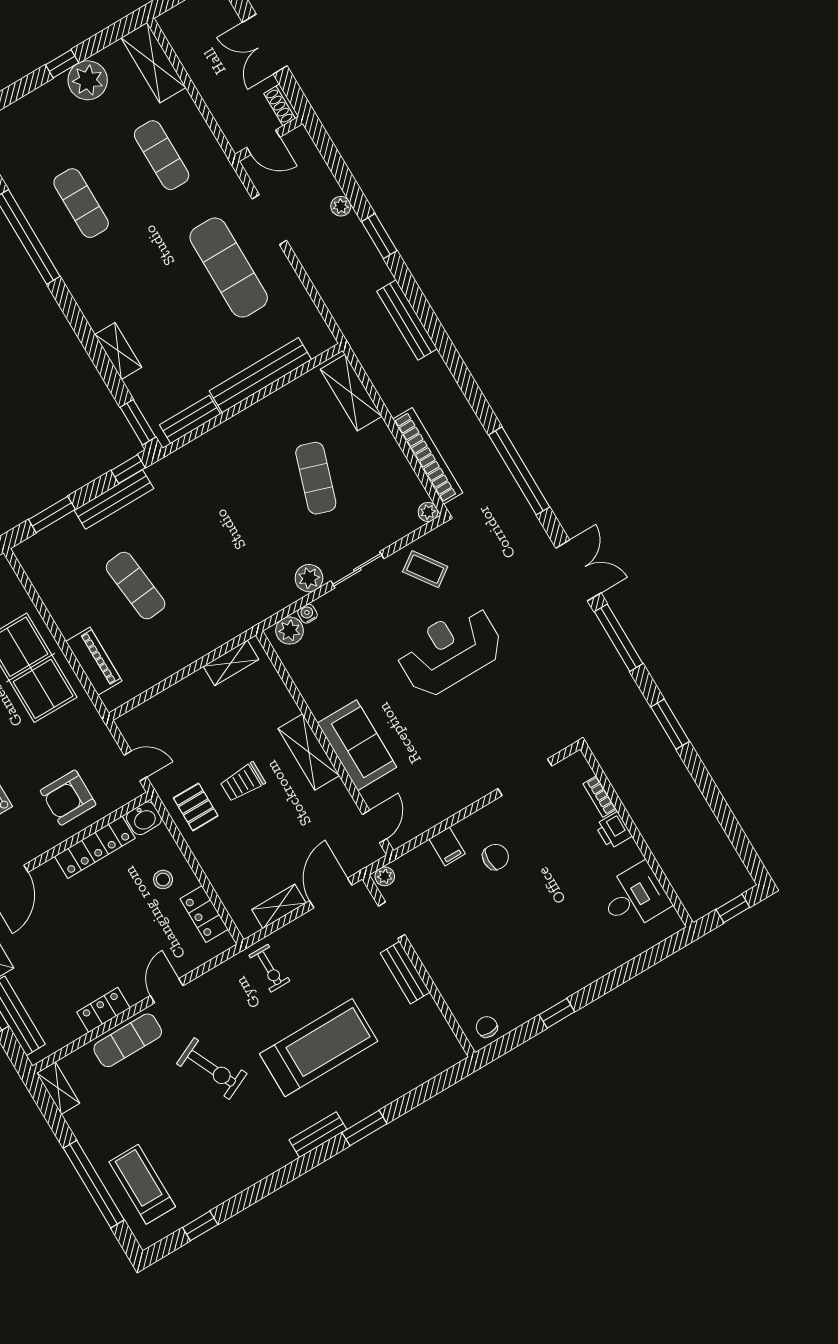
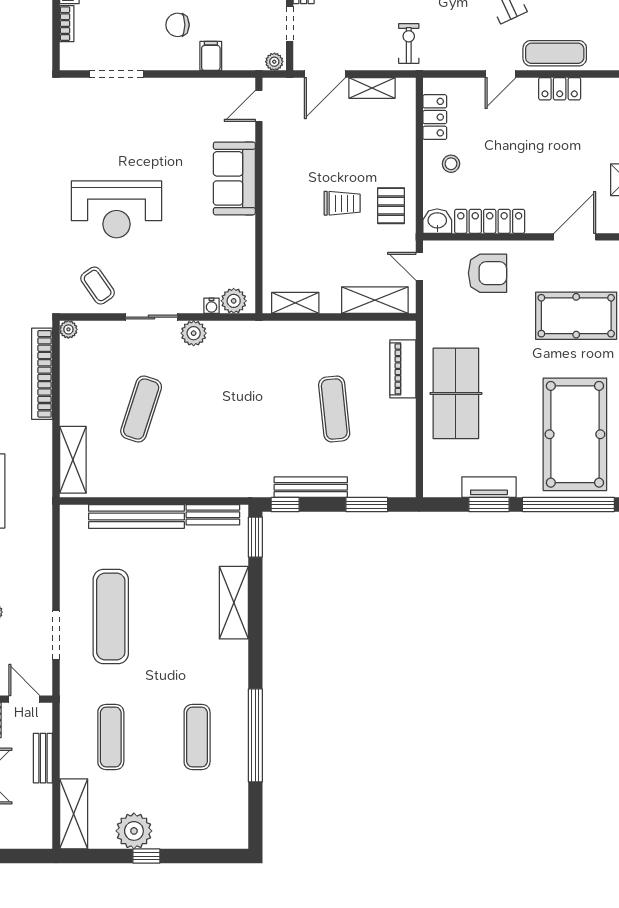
bench: (213, 98) -> (43, 758), added
shelving: (118, 351) -> (234, 603), width x1.50, depth x1.33
shelving: (309, 752) -> (375, 300), moved, turned 90

